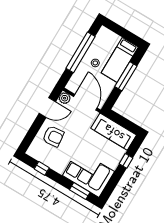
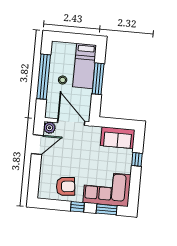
sofa: (114, 132) -> (118, 138), width x0.73
armchair: (53, 136) -> (66, 186), moved
window: (42, 168) -> (77, 207), moved

